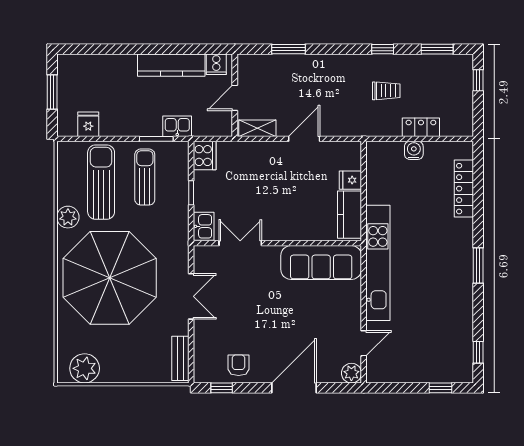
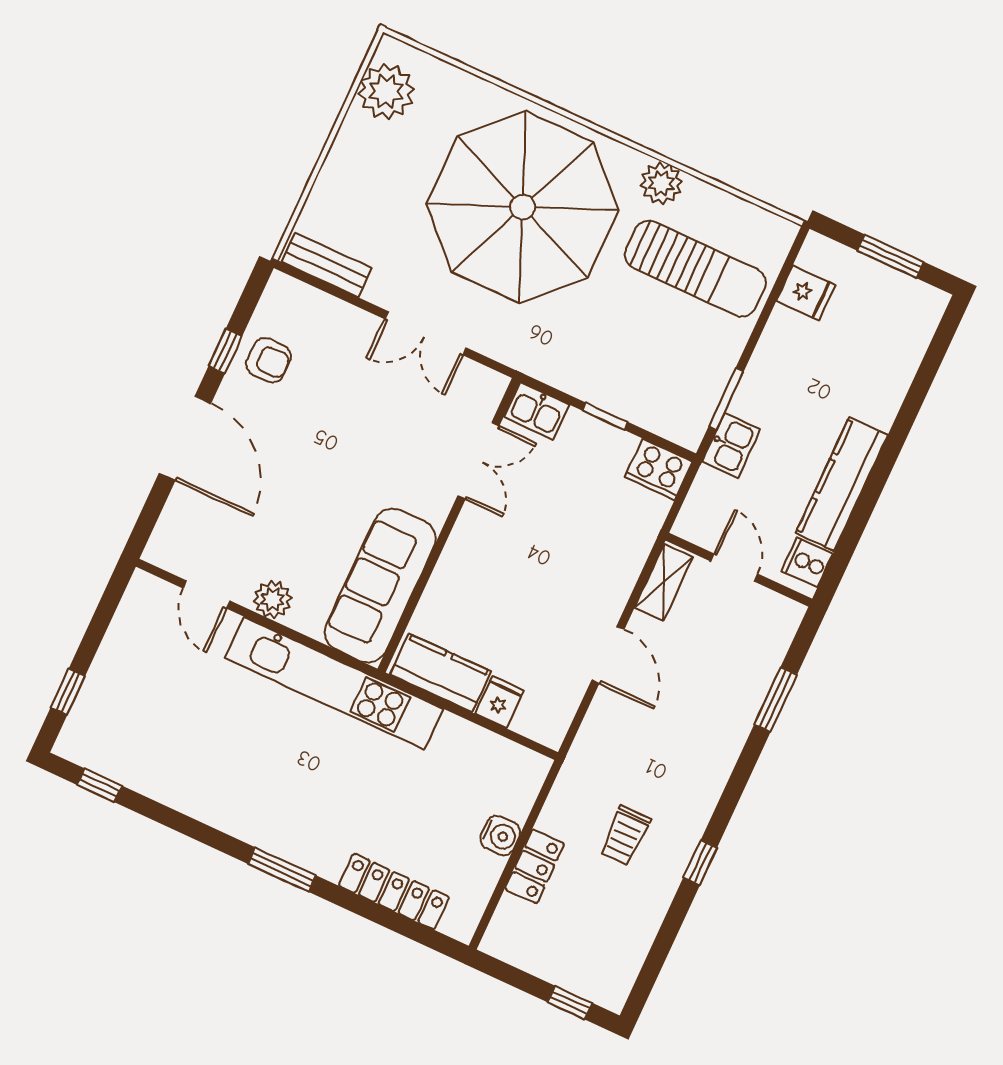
window: (437, 49) -> (657, 957), removed
sun lounger: (145, 177) -> (669, 349), removed
window: (478, 266) -> (282, 870), moved
plant: (351, 373) -> (273, 599), moved
window: (222, 388) -> (225, 351), moved

